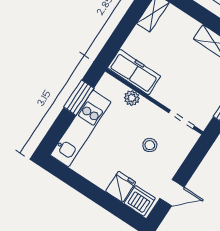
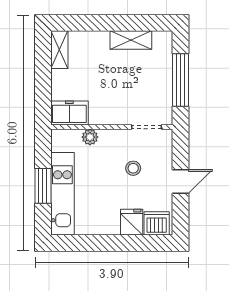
freezer: (134, 72) -> (69, 113), width x0.71
window: (79, 98) -> (43, 186), moved
door: (172, 193) -> (180, 182), moved

